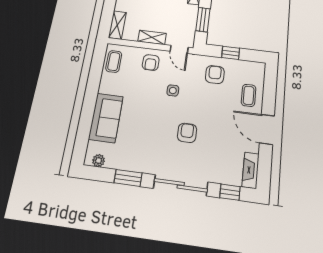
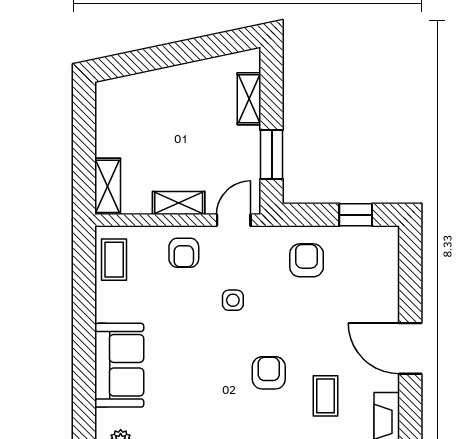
door: (179, 49) -> (234, 220), swing flipped
window: (231, 53) -> (356, 215), moved
coffee table: (249, 95) -> (326, 396), moved

